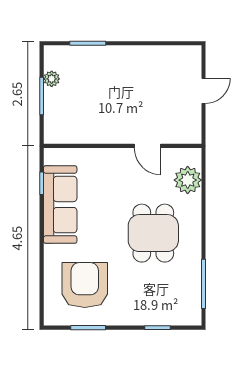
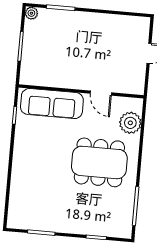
plant: (52, 79) -> (31, 13), moved
sofa: (60, 205) -> (52, 104), moved, turned 90
dining table: (153, 233) -> (99, 162), width x1.38
armchair: (85, 285) -> (42, 199), removed

